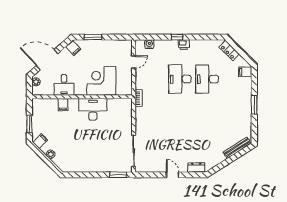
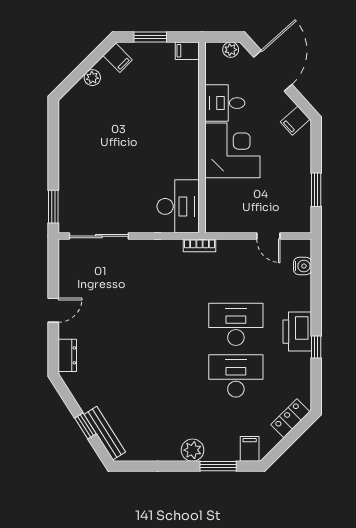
window: (93, 37) -> (316, 190), moved
window: (177, 37) -> (316, 347), moved
printer: (184, 45) -> (297, 332), width x1.87, depth x1.48
corner desk: (101, 81) -> (232, 150), moved
plant: (246, 102) -> (193, 450), added
filing cabinet: (63, 105) -> (187, 51), moved
window: (254, 105) -> (218, 466), moved
desk: (93, 109) -> (178, 206), moved
window: (233, 158) -> (85, 426), added

